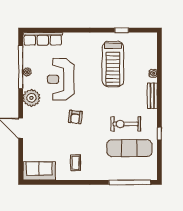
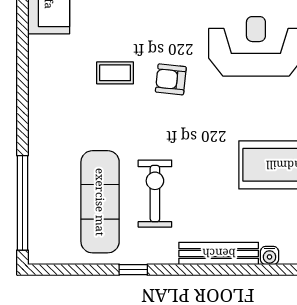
bench: (152, 96) -> (219, 253), width x1.36
coffee table: (75, 163) -> (115, 73), moved

